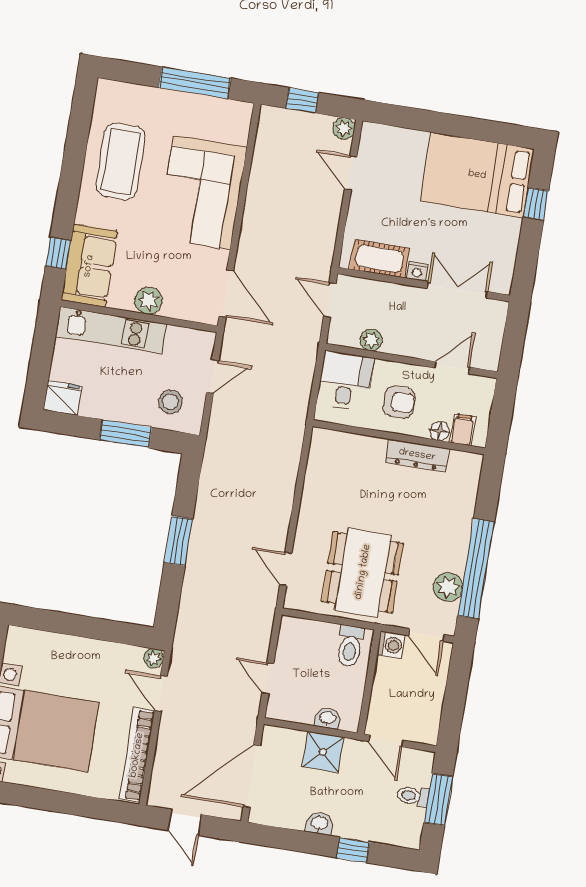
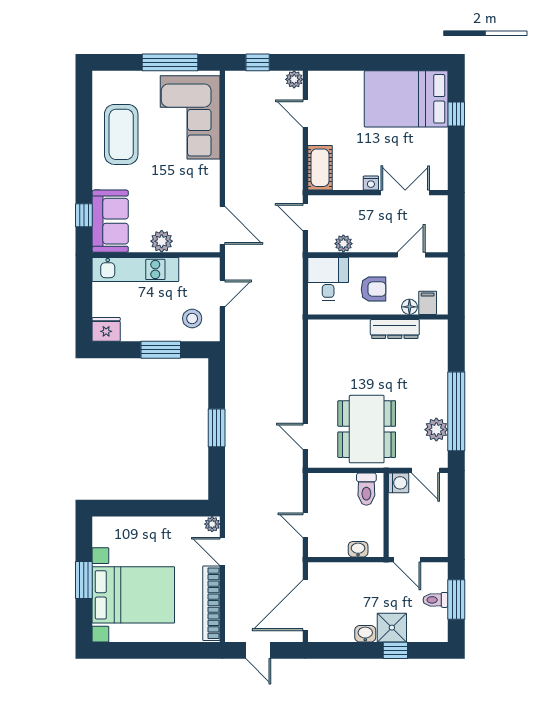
corner sofa: (202, 193) -> (190, 117), moved
cot: (379, 259) -> (320, 168), moved, turned 90
shower: (323, 752) -> (392, 628), moved

